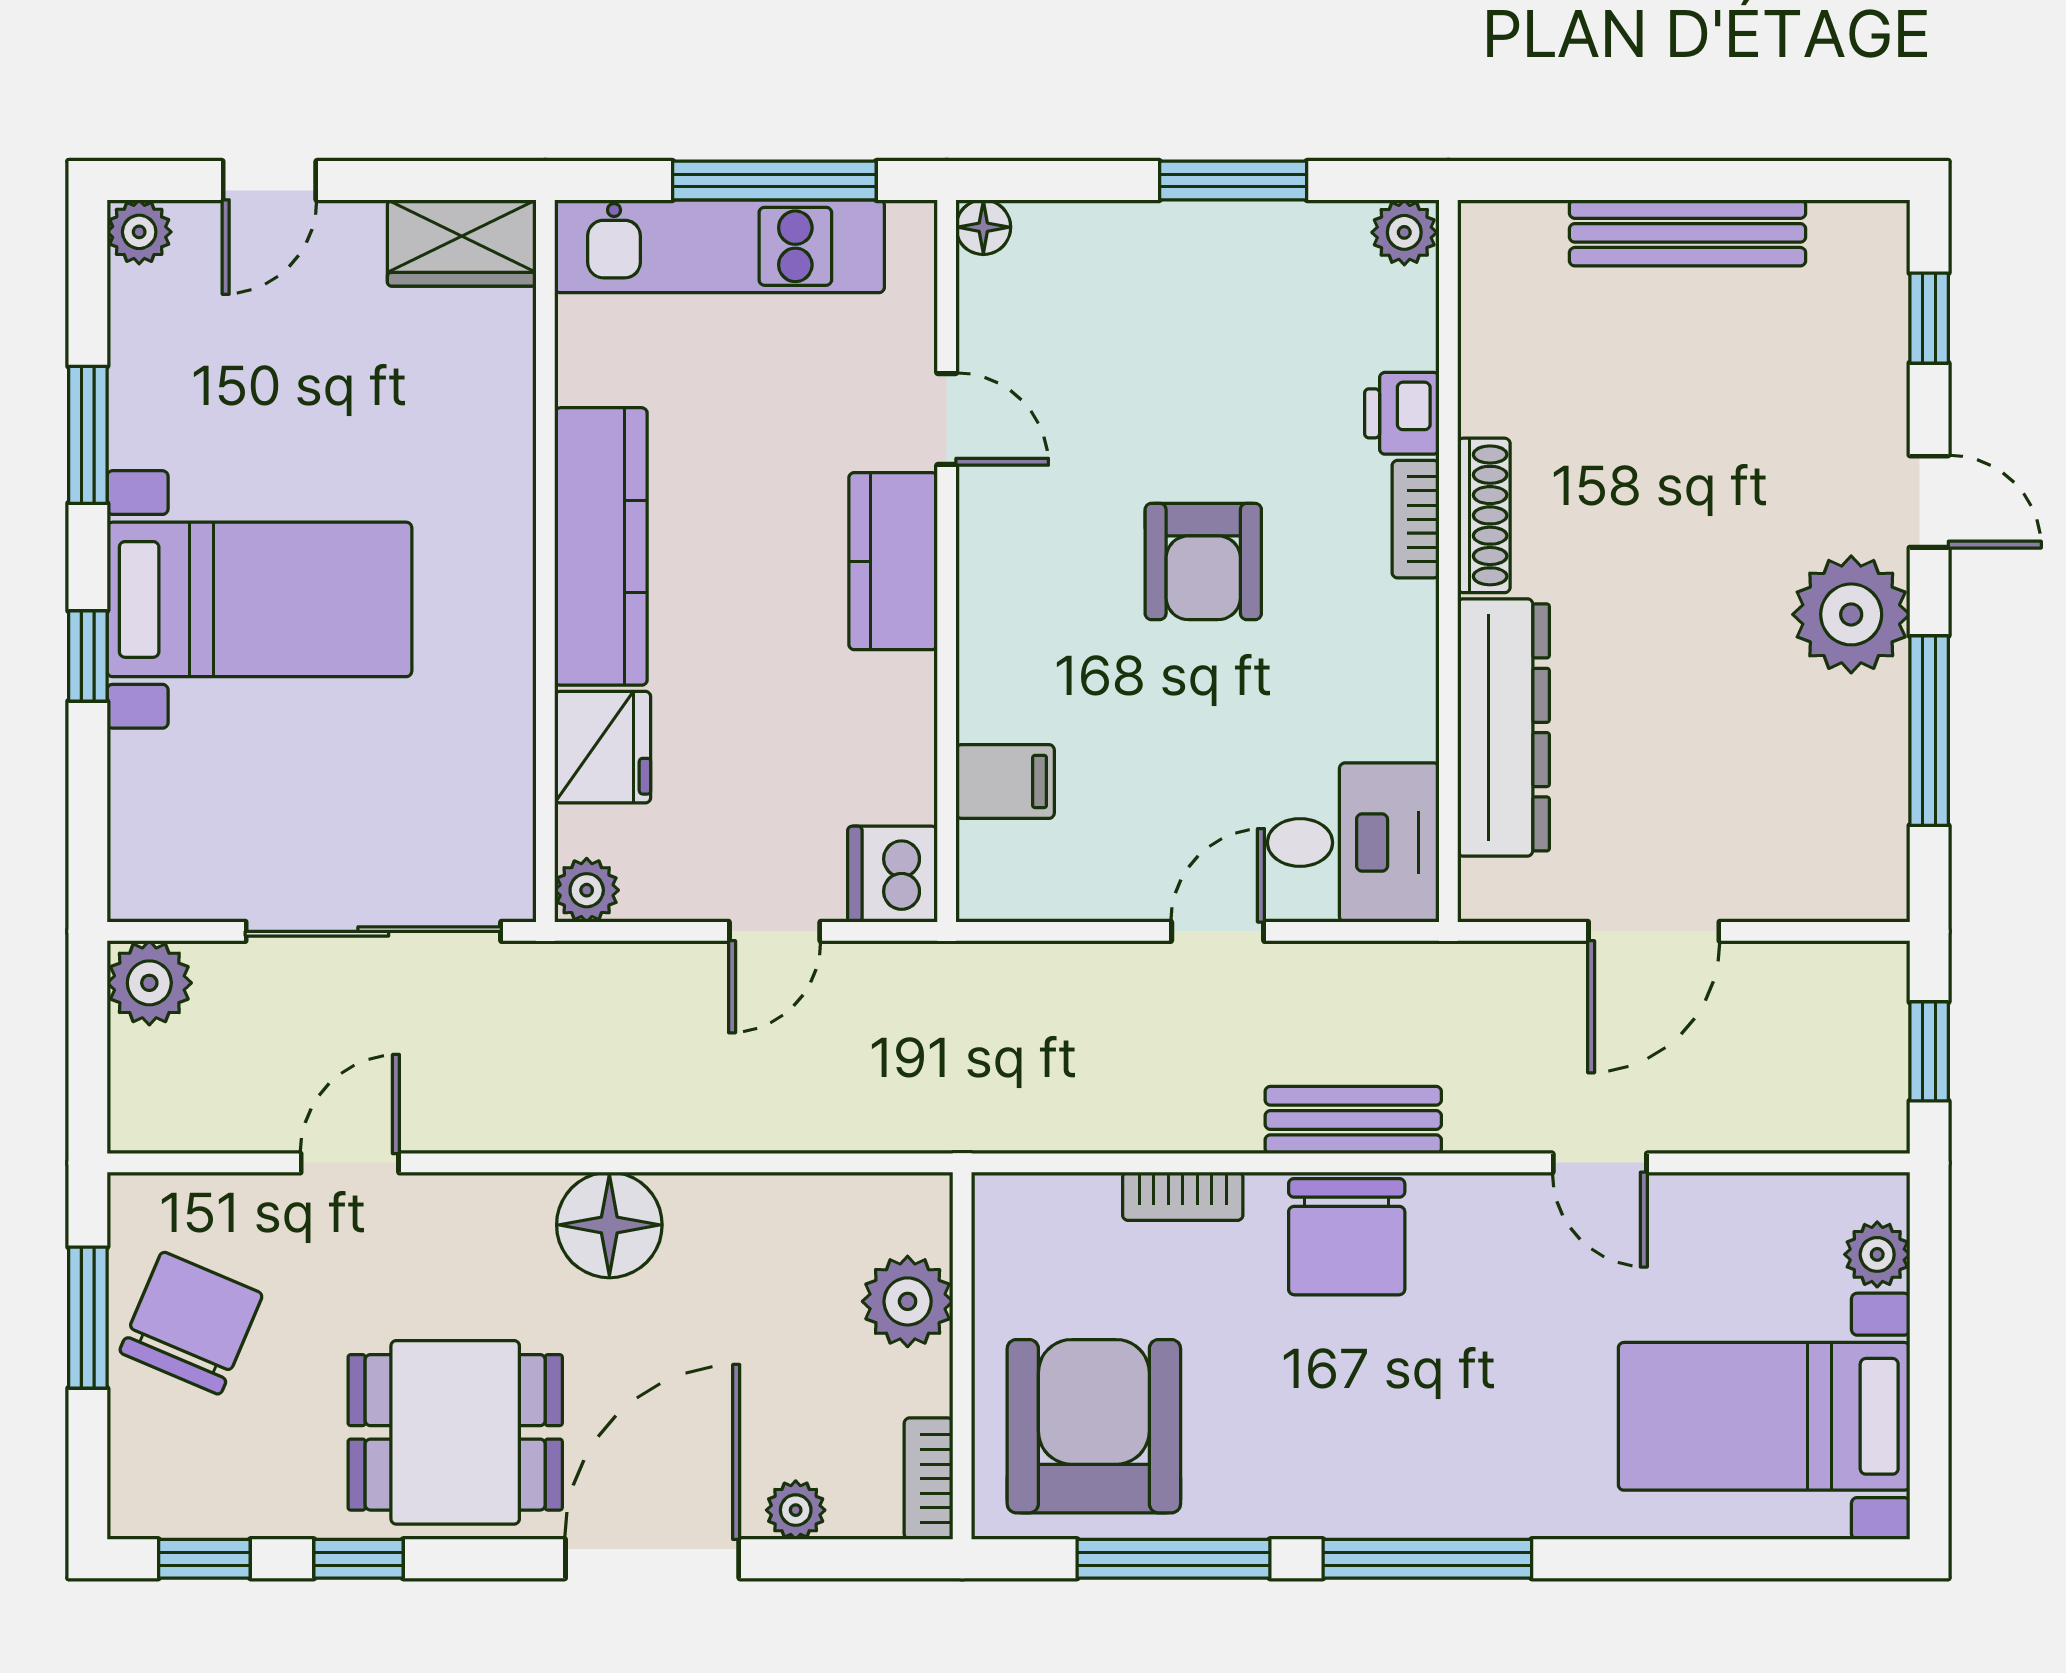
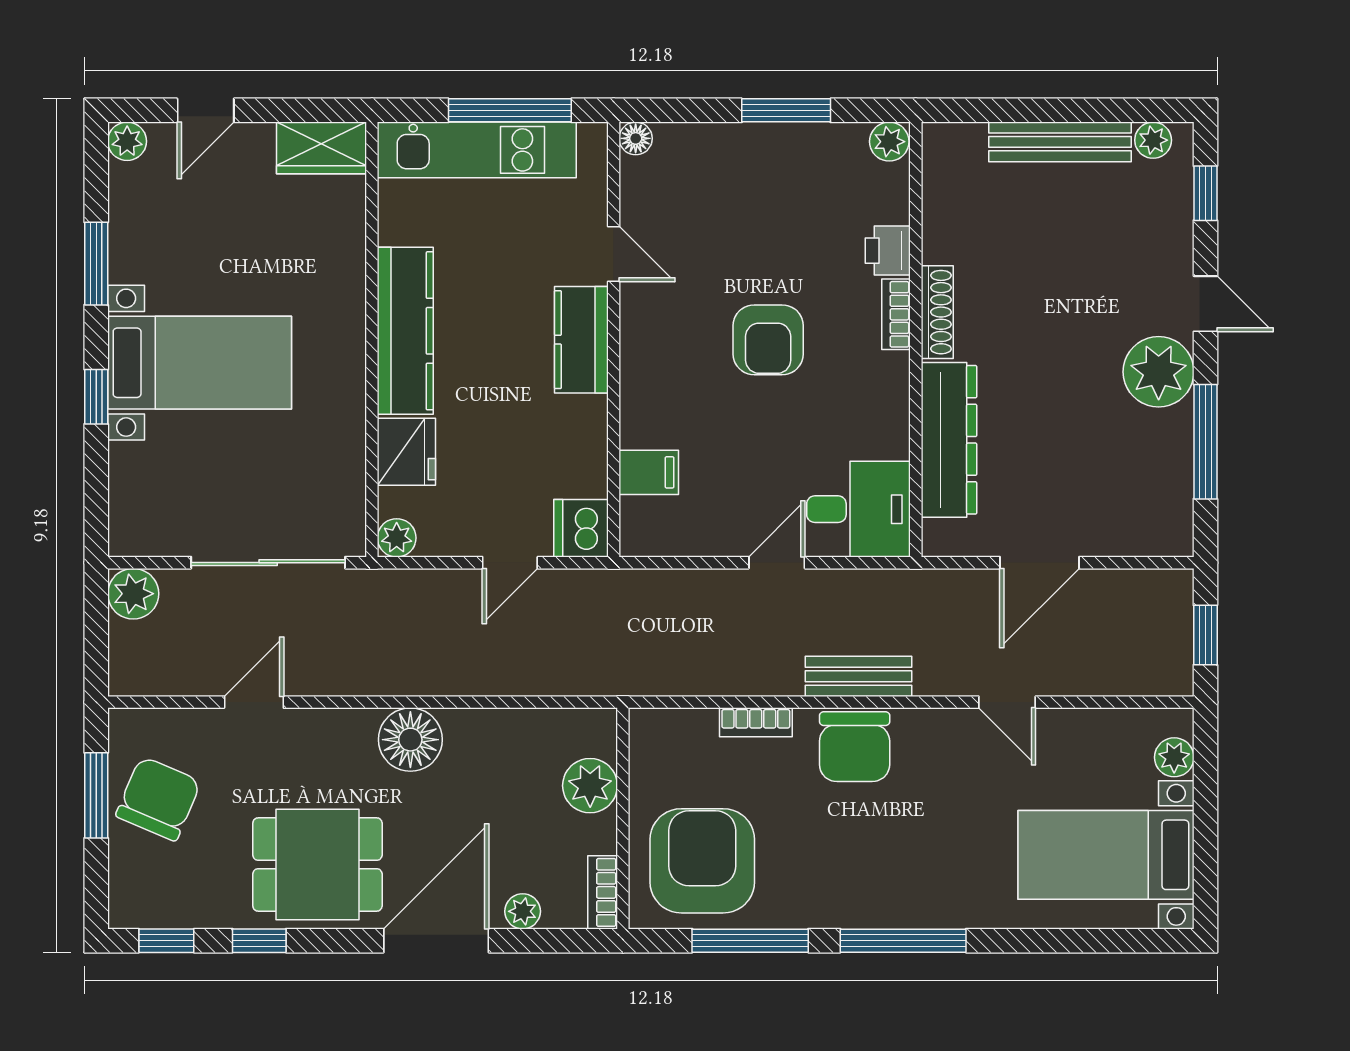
plant: (1842, 230) -> (1153, 140), added

